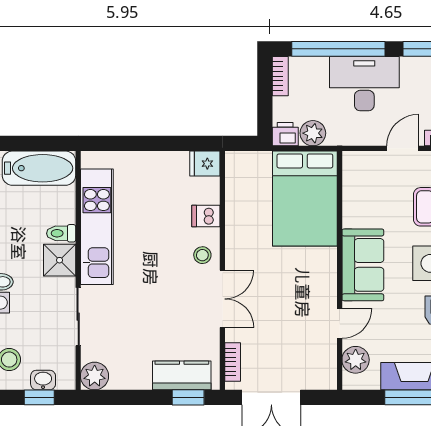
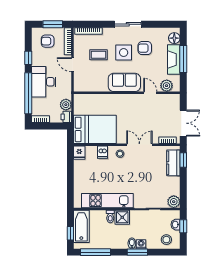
window: (23, 143) -> (70, 233), added
bed: (305, 199) -> (95, 129), moved

